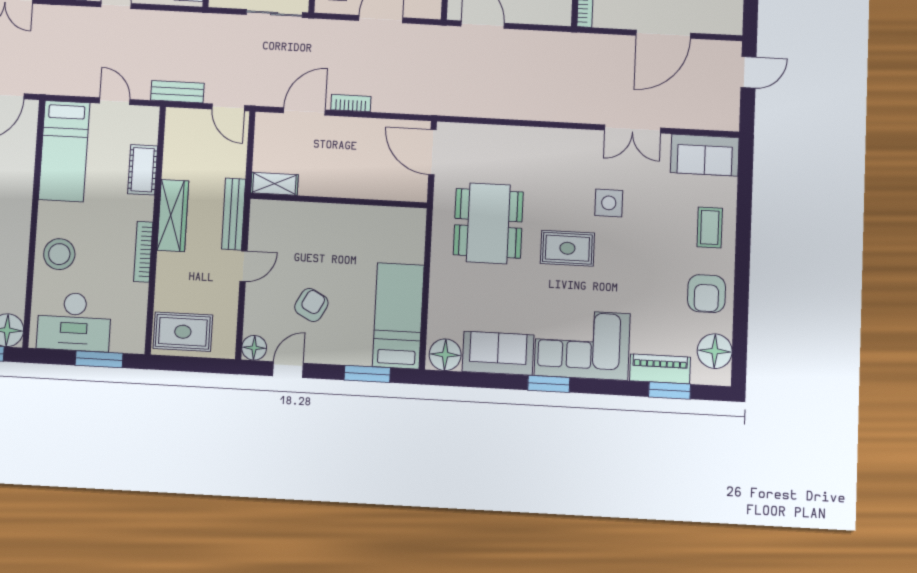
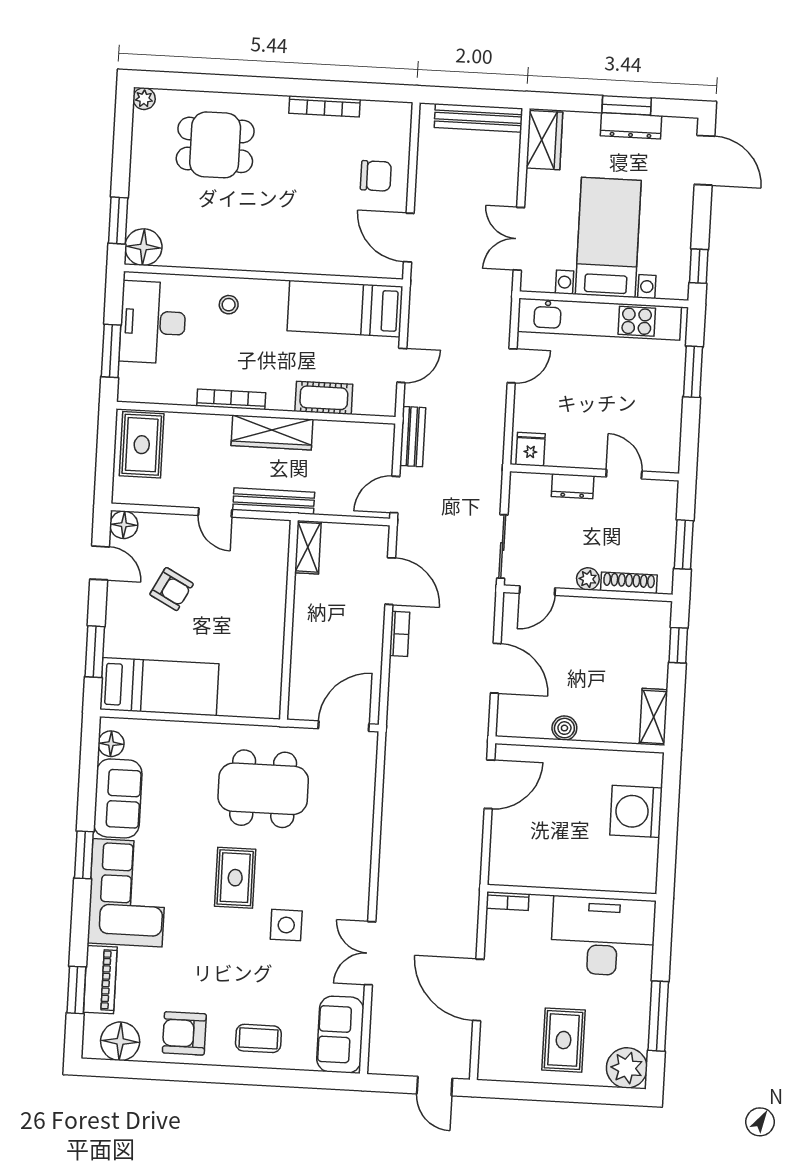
stool: (59, 254) -> (229, 305), width x0.53, depth x0.53
floor lamp: (445, 355) -> (111, 744), width x0.73, depth x0.73

